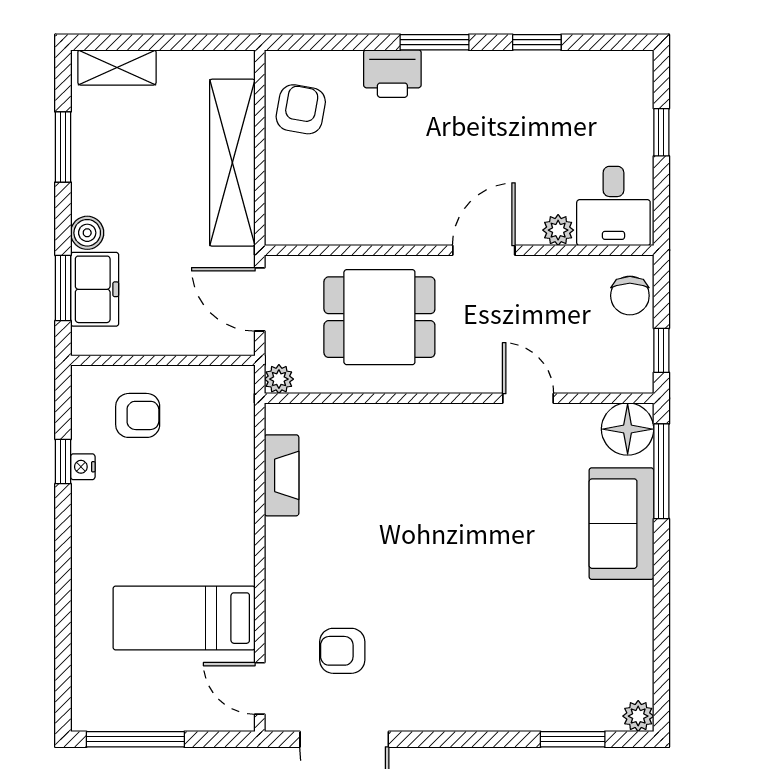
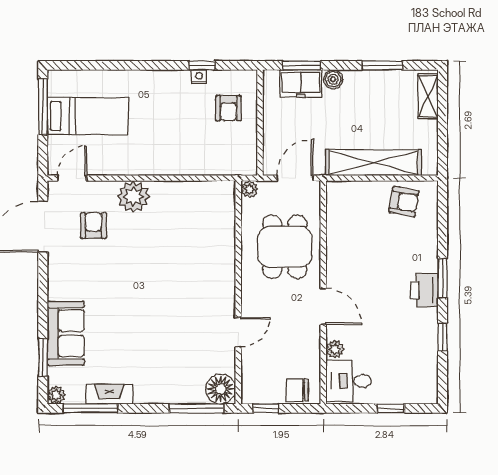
printer: (392, 74) -> (424, 290), moved
fireplace: (282, 475) -> (109, 394), moved, turned 180
sofa: (621, 524) -> (66, 333), moved, turned 90
plant: (292, 581) -> (133, 197), added
bed: (184, 618) -> (88, 116), moved, turned 90
window: (661, 656) -> (90, 408), added

